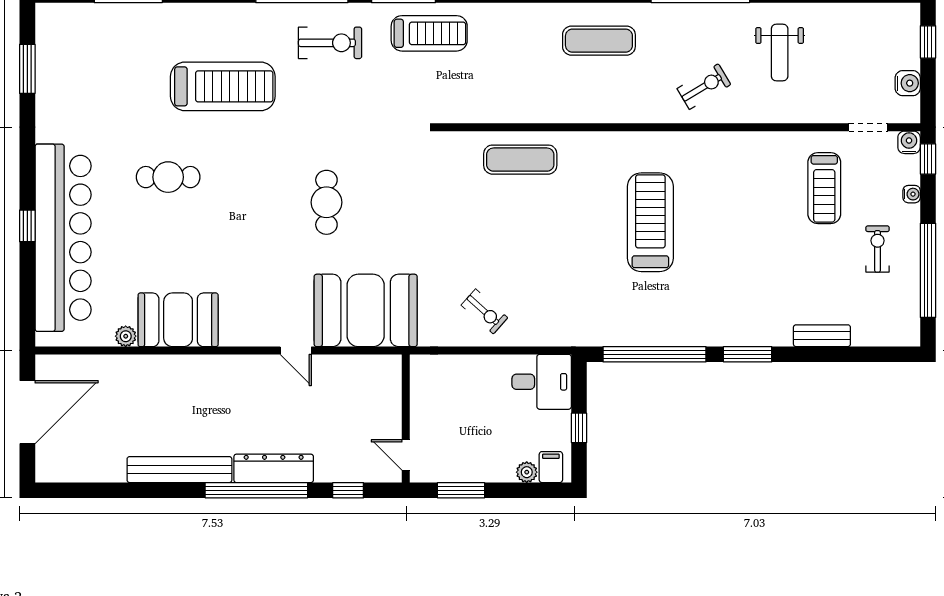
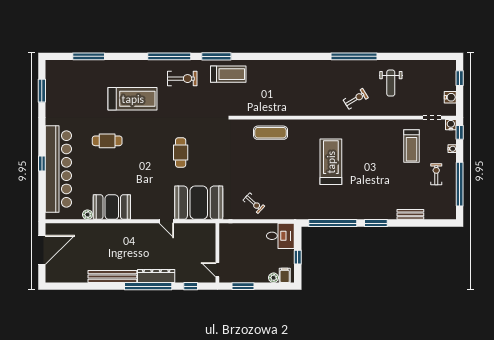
exercise mat: (599, 41) -> (307, 78), removed

